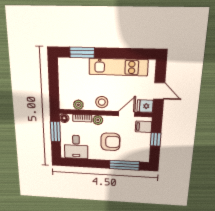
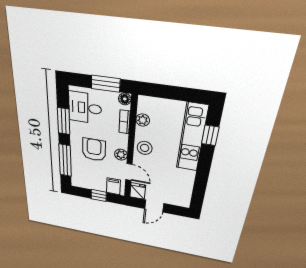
window: (82, 53) -> (210, 135), width x0.67
kitchen unit: (118, 67) -> (192, 138), moved
plant: (98, 120) -> (121, 155), moved
armchair: (110, 142) -> (94, 150), turned 180
window: (90, 163) -> (64, 121), added

